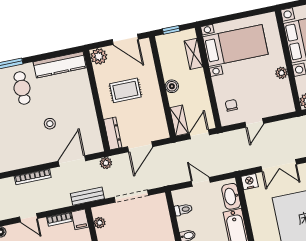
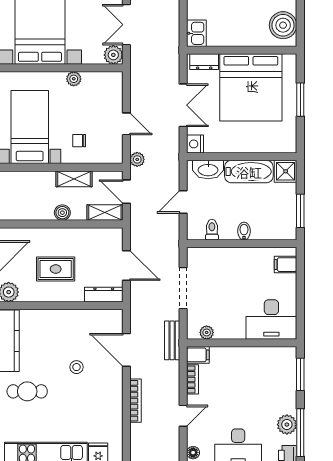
shelving: (194, 54) -> (74, 179), moved
rug: (125, 90) -> (56, 269), turned 90
chair: (231, 105) -> (79, 141), moved
plant: (106, 163) -> (137, 159), moved

